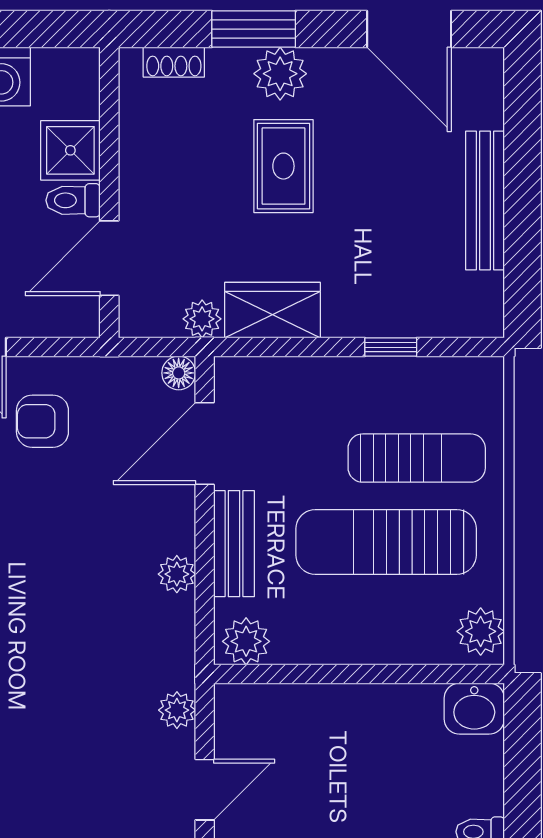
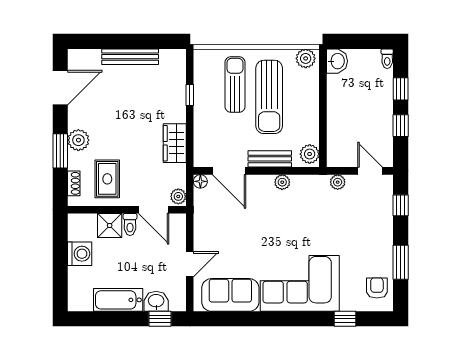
rug: (283, 166) -> (107, 179), moved, turned 90
plant: (202, 319) -> (178, 196), moved
armchair: (42, 421) -> (220, 237), removed

